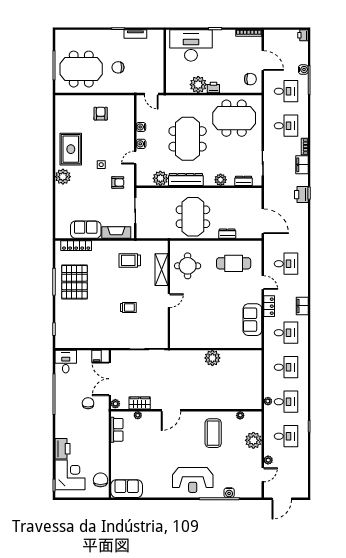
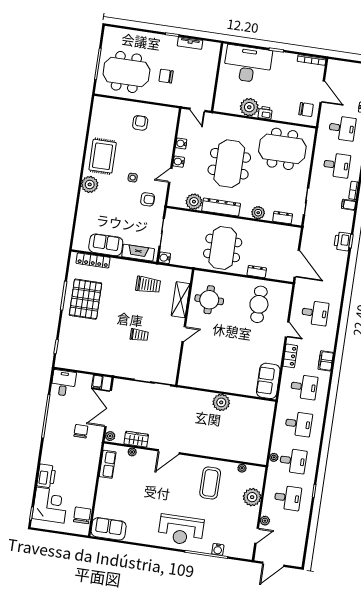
filing cabinet: (302, 165) -> (349, 205), width x0.50
water cooler: (141, 234) -> (165, 258), added
trolley: (130, 260) -> (148, 285), turned 180
cafe table: (234, 263) -> (259, 304), turned 90
sofa: (252, 320) -> (268, 381), moved

